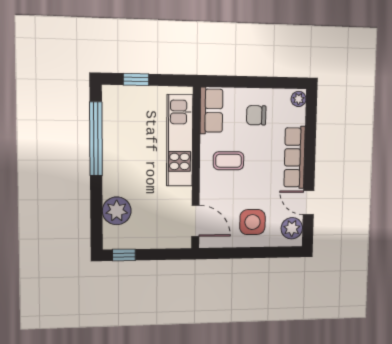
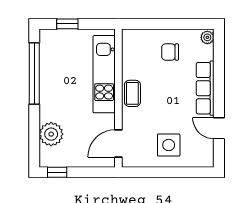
row of seats: (211, 111) -> (131, 49), removed
coffee table: (229, 161) -> (132, 93), moved, turned 90
door: (195, 221) -> (118, 143), swing flipped
plant: (292, 228) -> (204, 151), removed

